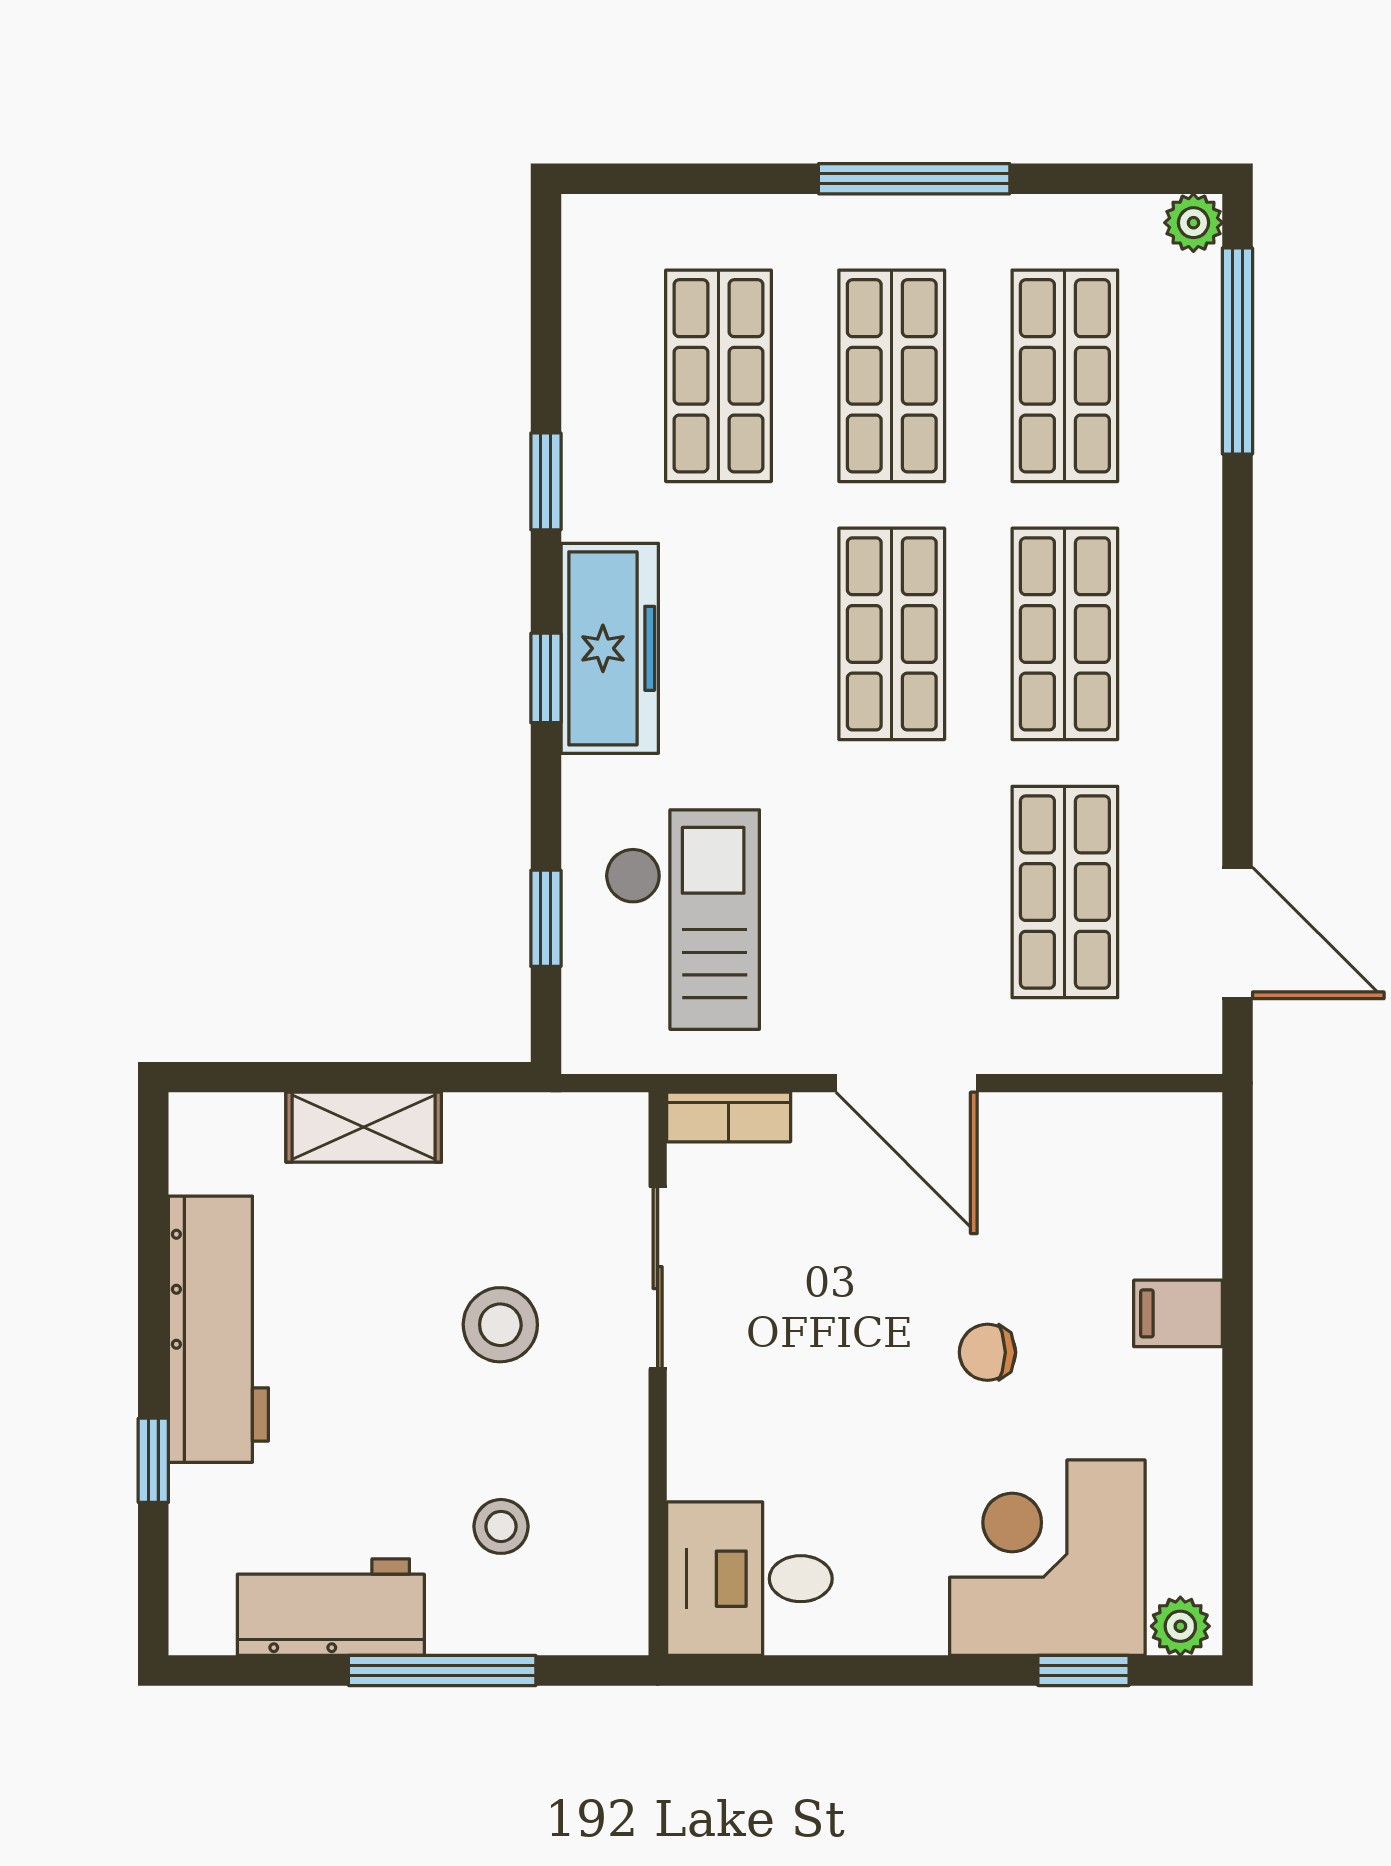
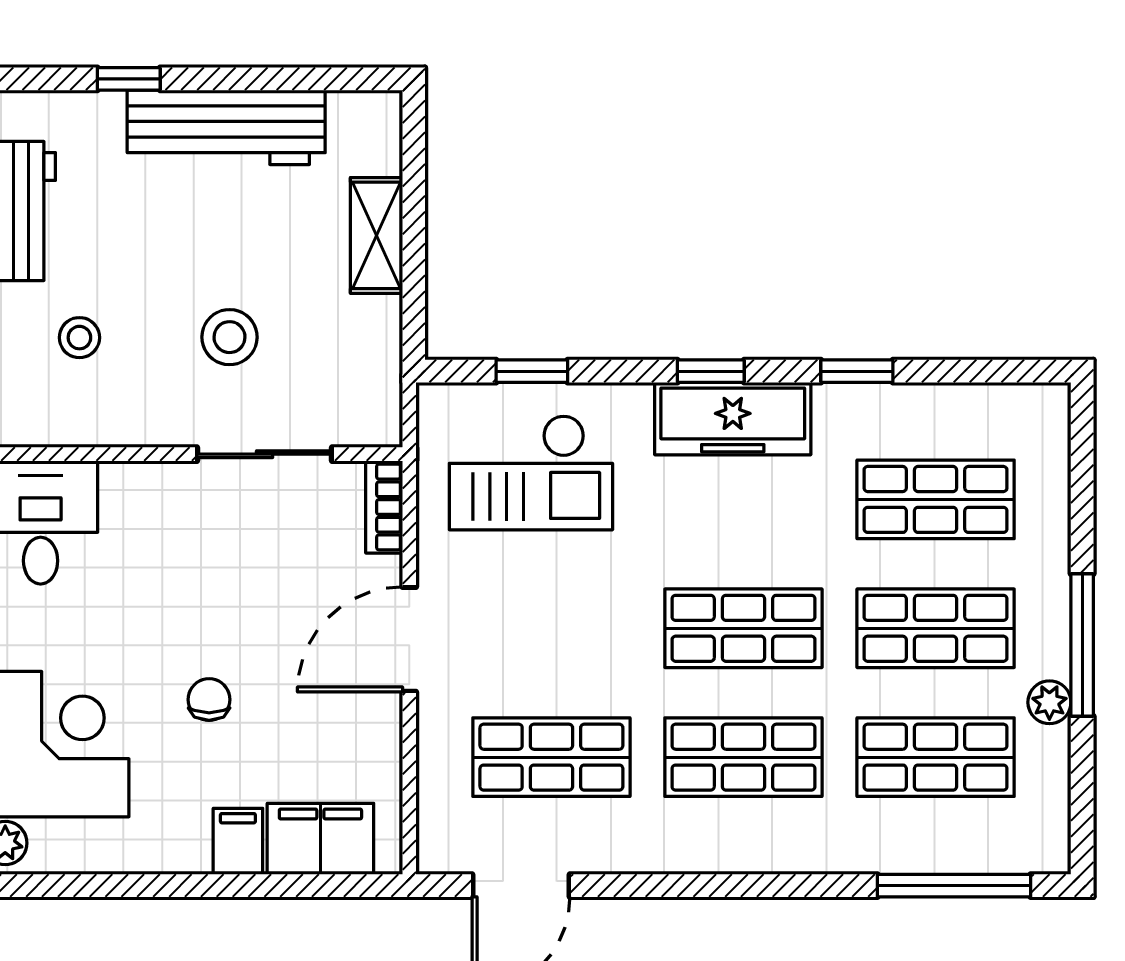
plant: (1193, 223) -> (1049, 702), moved
filing cabinet: (1175, 1203) -> (320, 839), added

